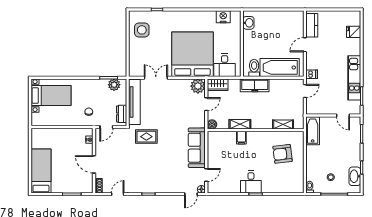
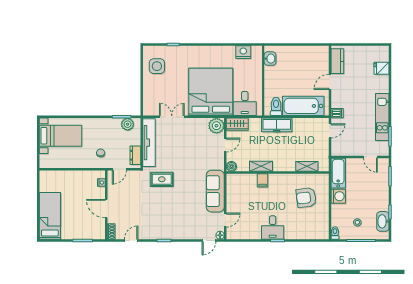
washing machine: (313, 153) -> (338, 196), added

